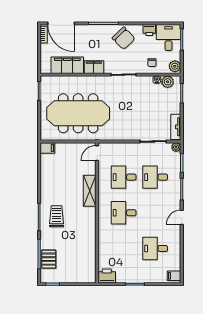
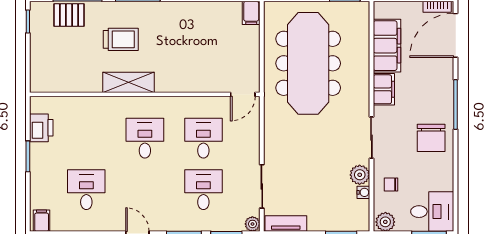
printer: (149, 30) -> (445, 180), removed
chair: (124, 38) -> (431, 138), turned -46
plant: (168, 82) -> (360, 175), moved
door: (97, 153) -> (243, 94), swing flipped
shelving: (90, 191) -> (128, 82), moved
trolley: (56, 216) -> (121, 39), moved
printer: (107, 276) -> (41, 128), moved

